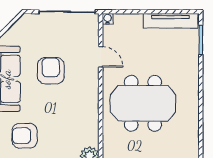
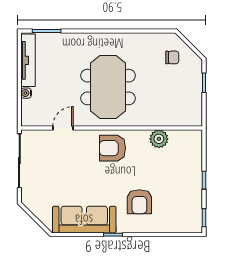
water cooler: (108, 19) -> (26, 93), moved
armchair: (51, 71) -> (112, 148), moved

